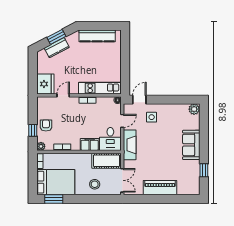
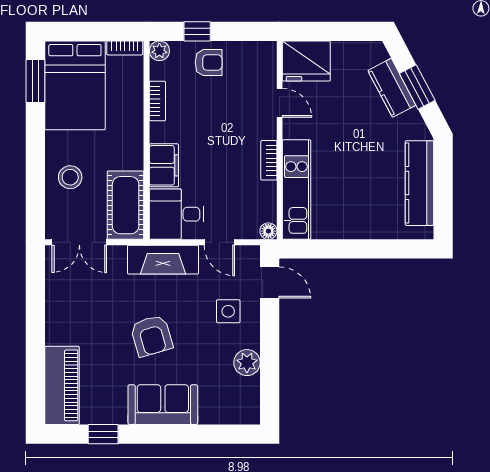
plant: (194, 109) -> (247, 363), moved
armchair: (162, 150) -> (152, 336), added
piano: (160, 188) -> (62, 385), moved

